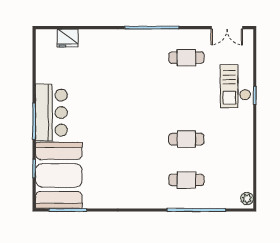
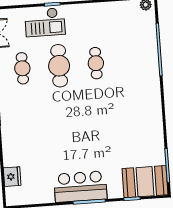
booth: (59, 175) -> (145, 182), width x0.73, depth x0.70
cafe table: (186, 180) -> (59, 66), moved, width x1.37, depth x1.35

